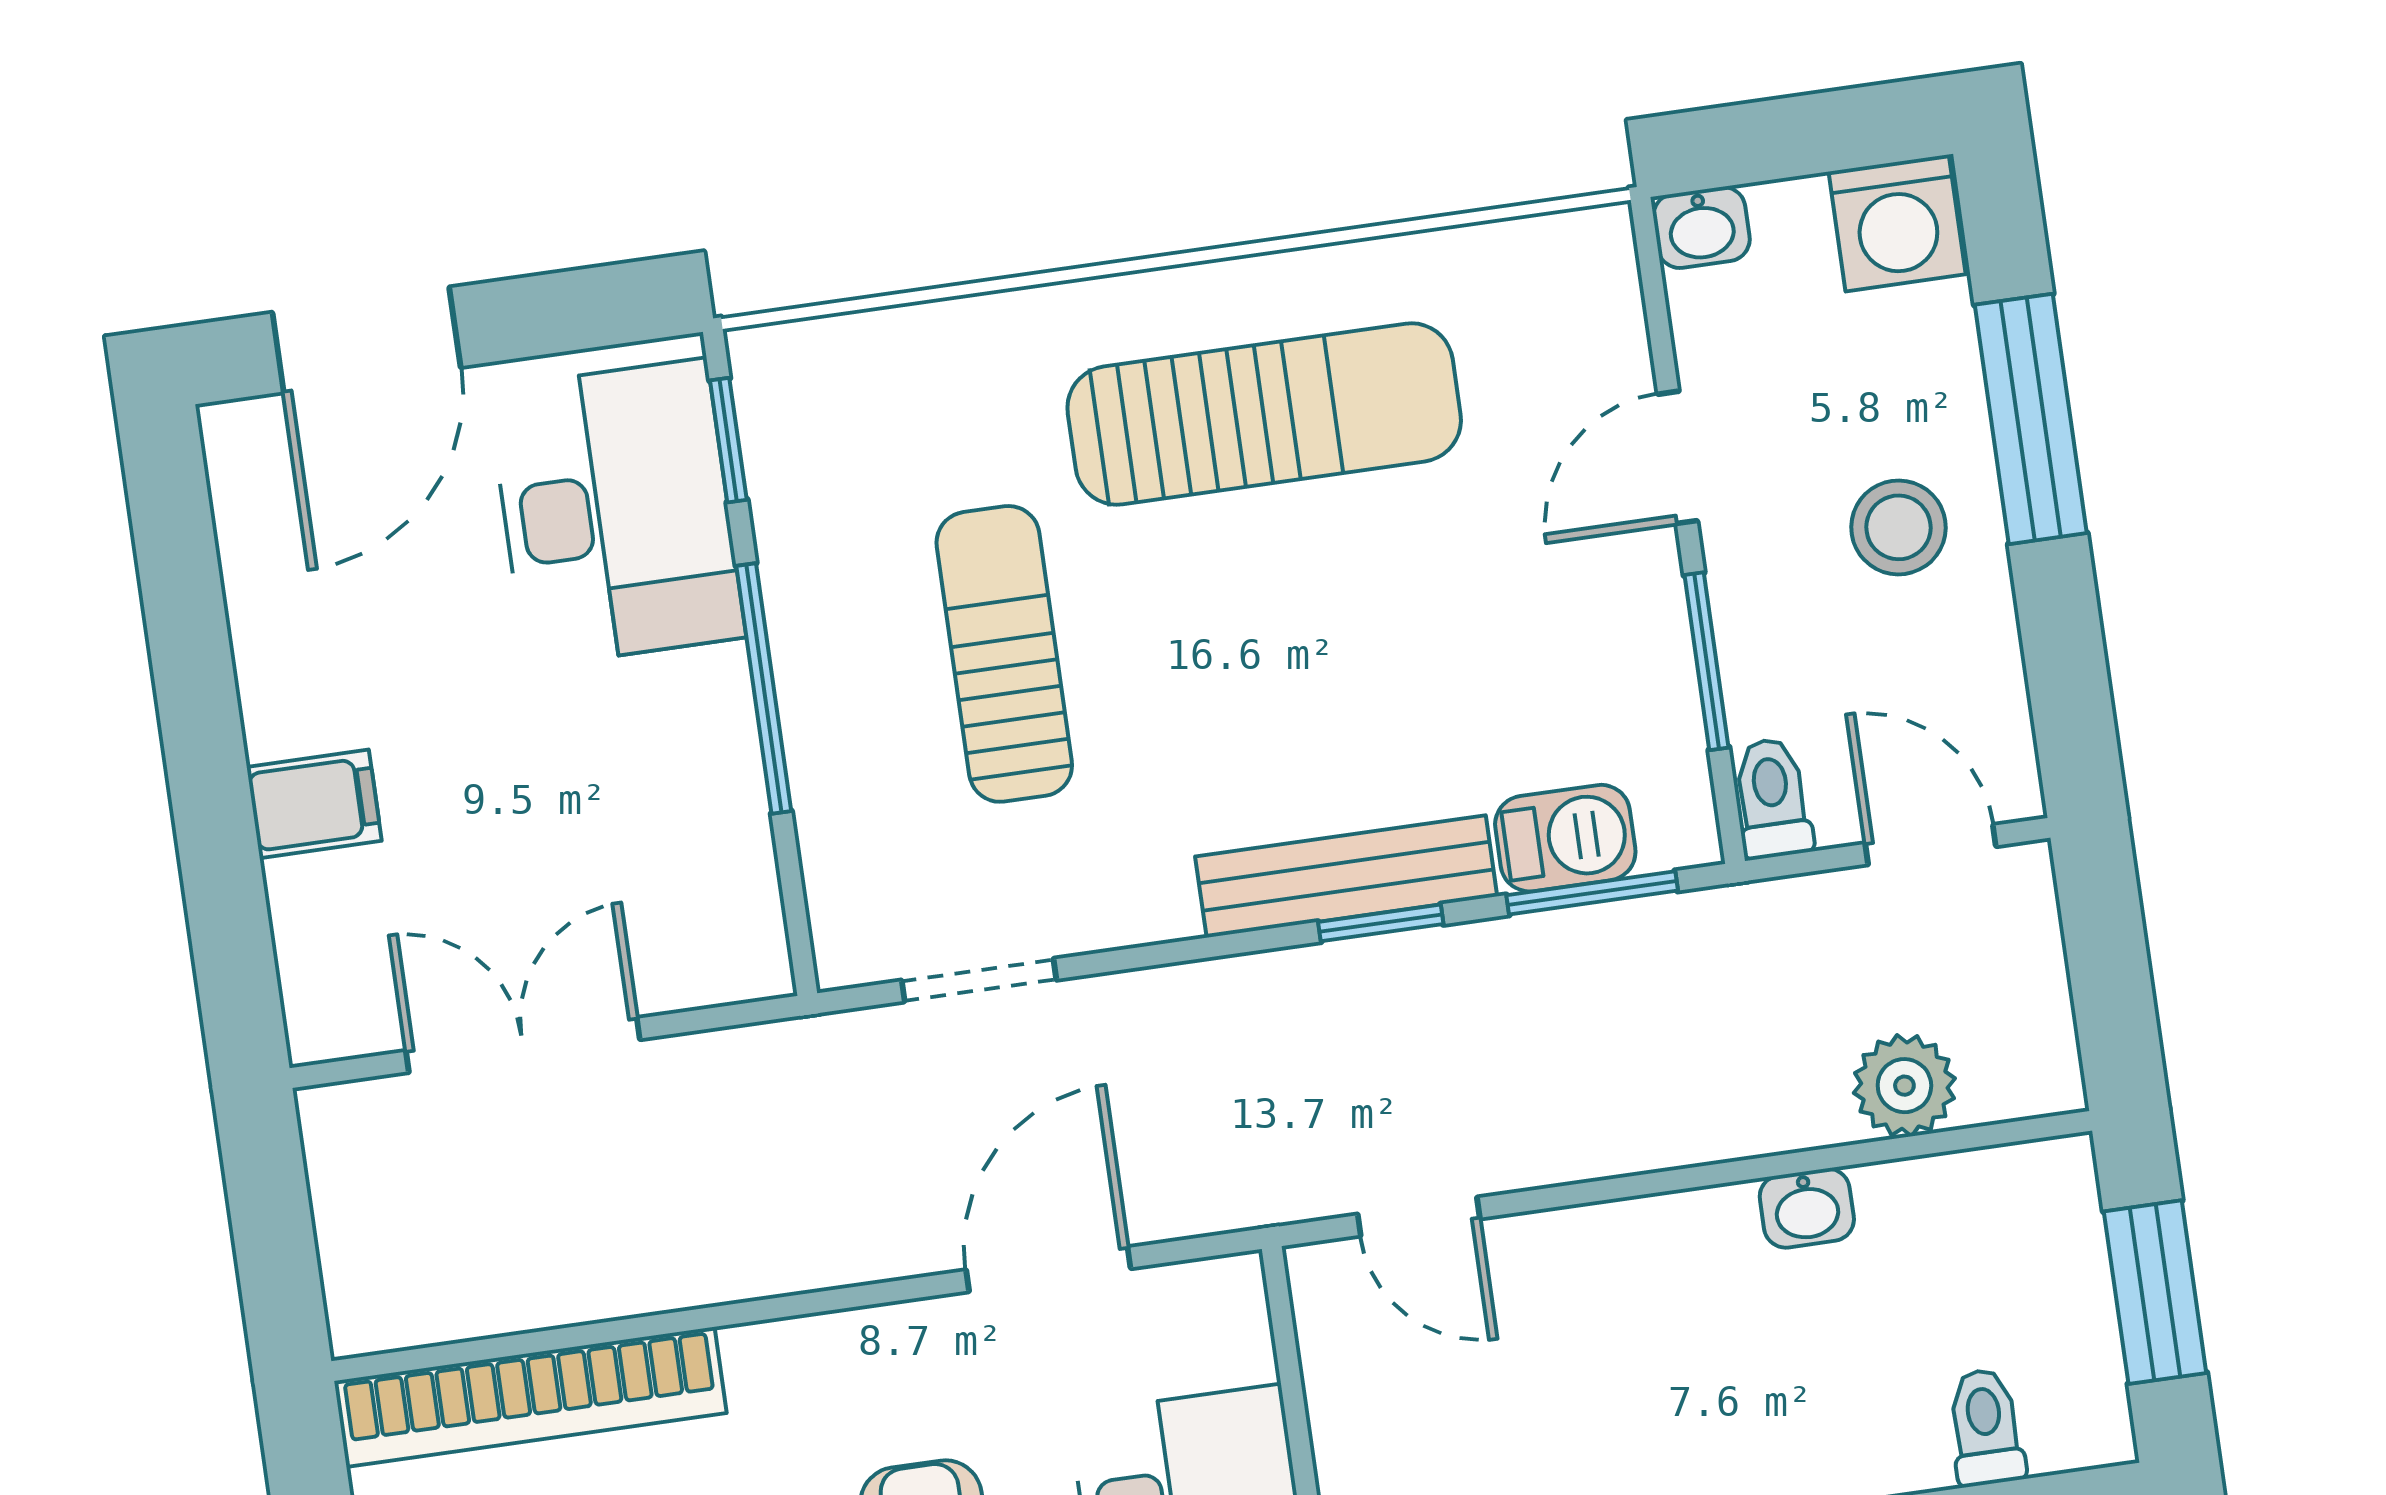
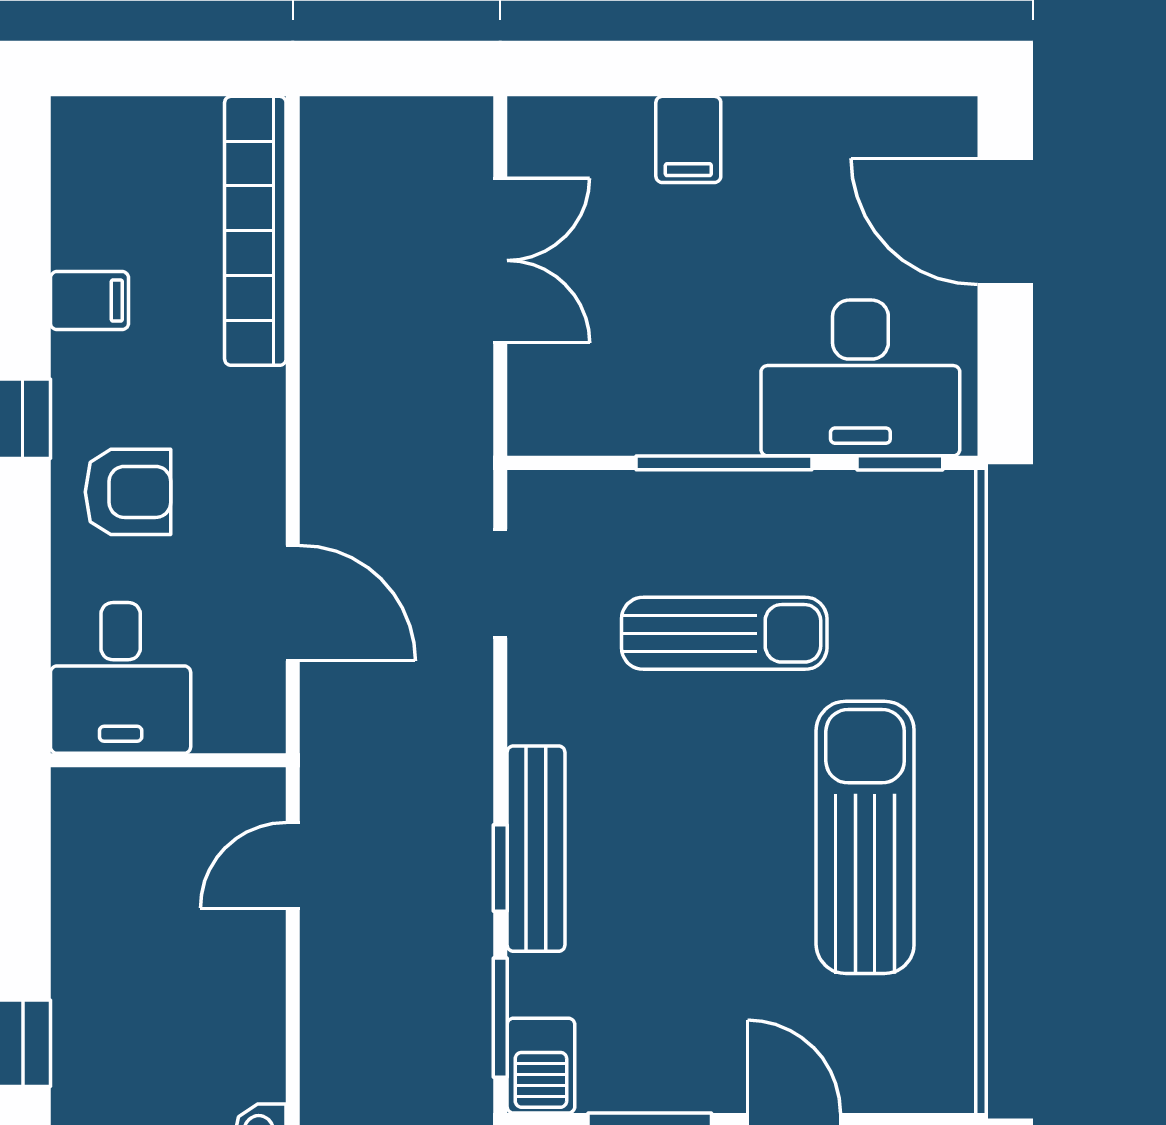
sun lounger: (1264, 414) -> (865, 837), turned 180
barbecue: (1565, 838) -> (541, 1066), moved

